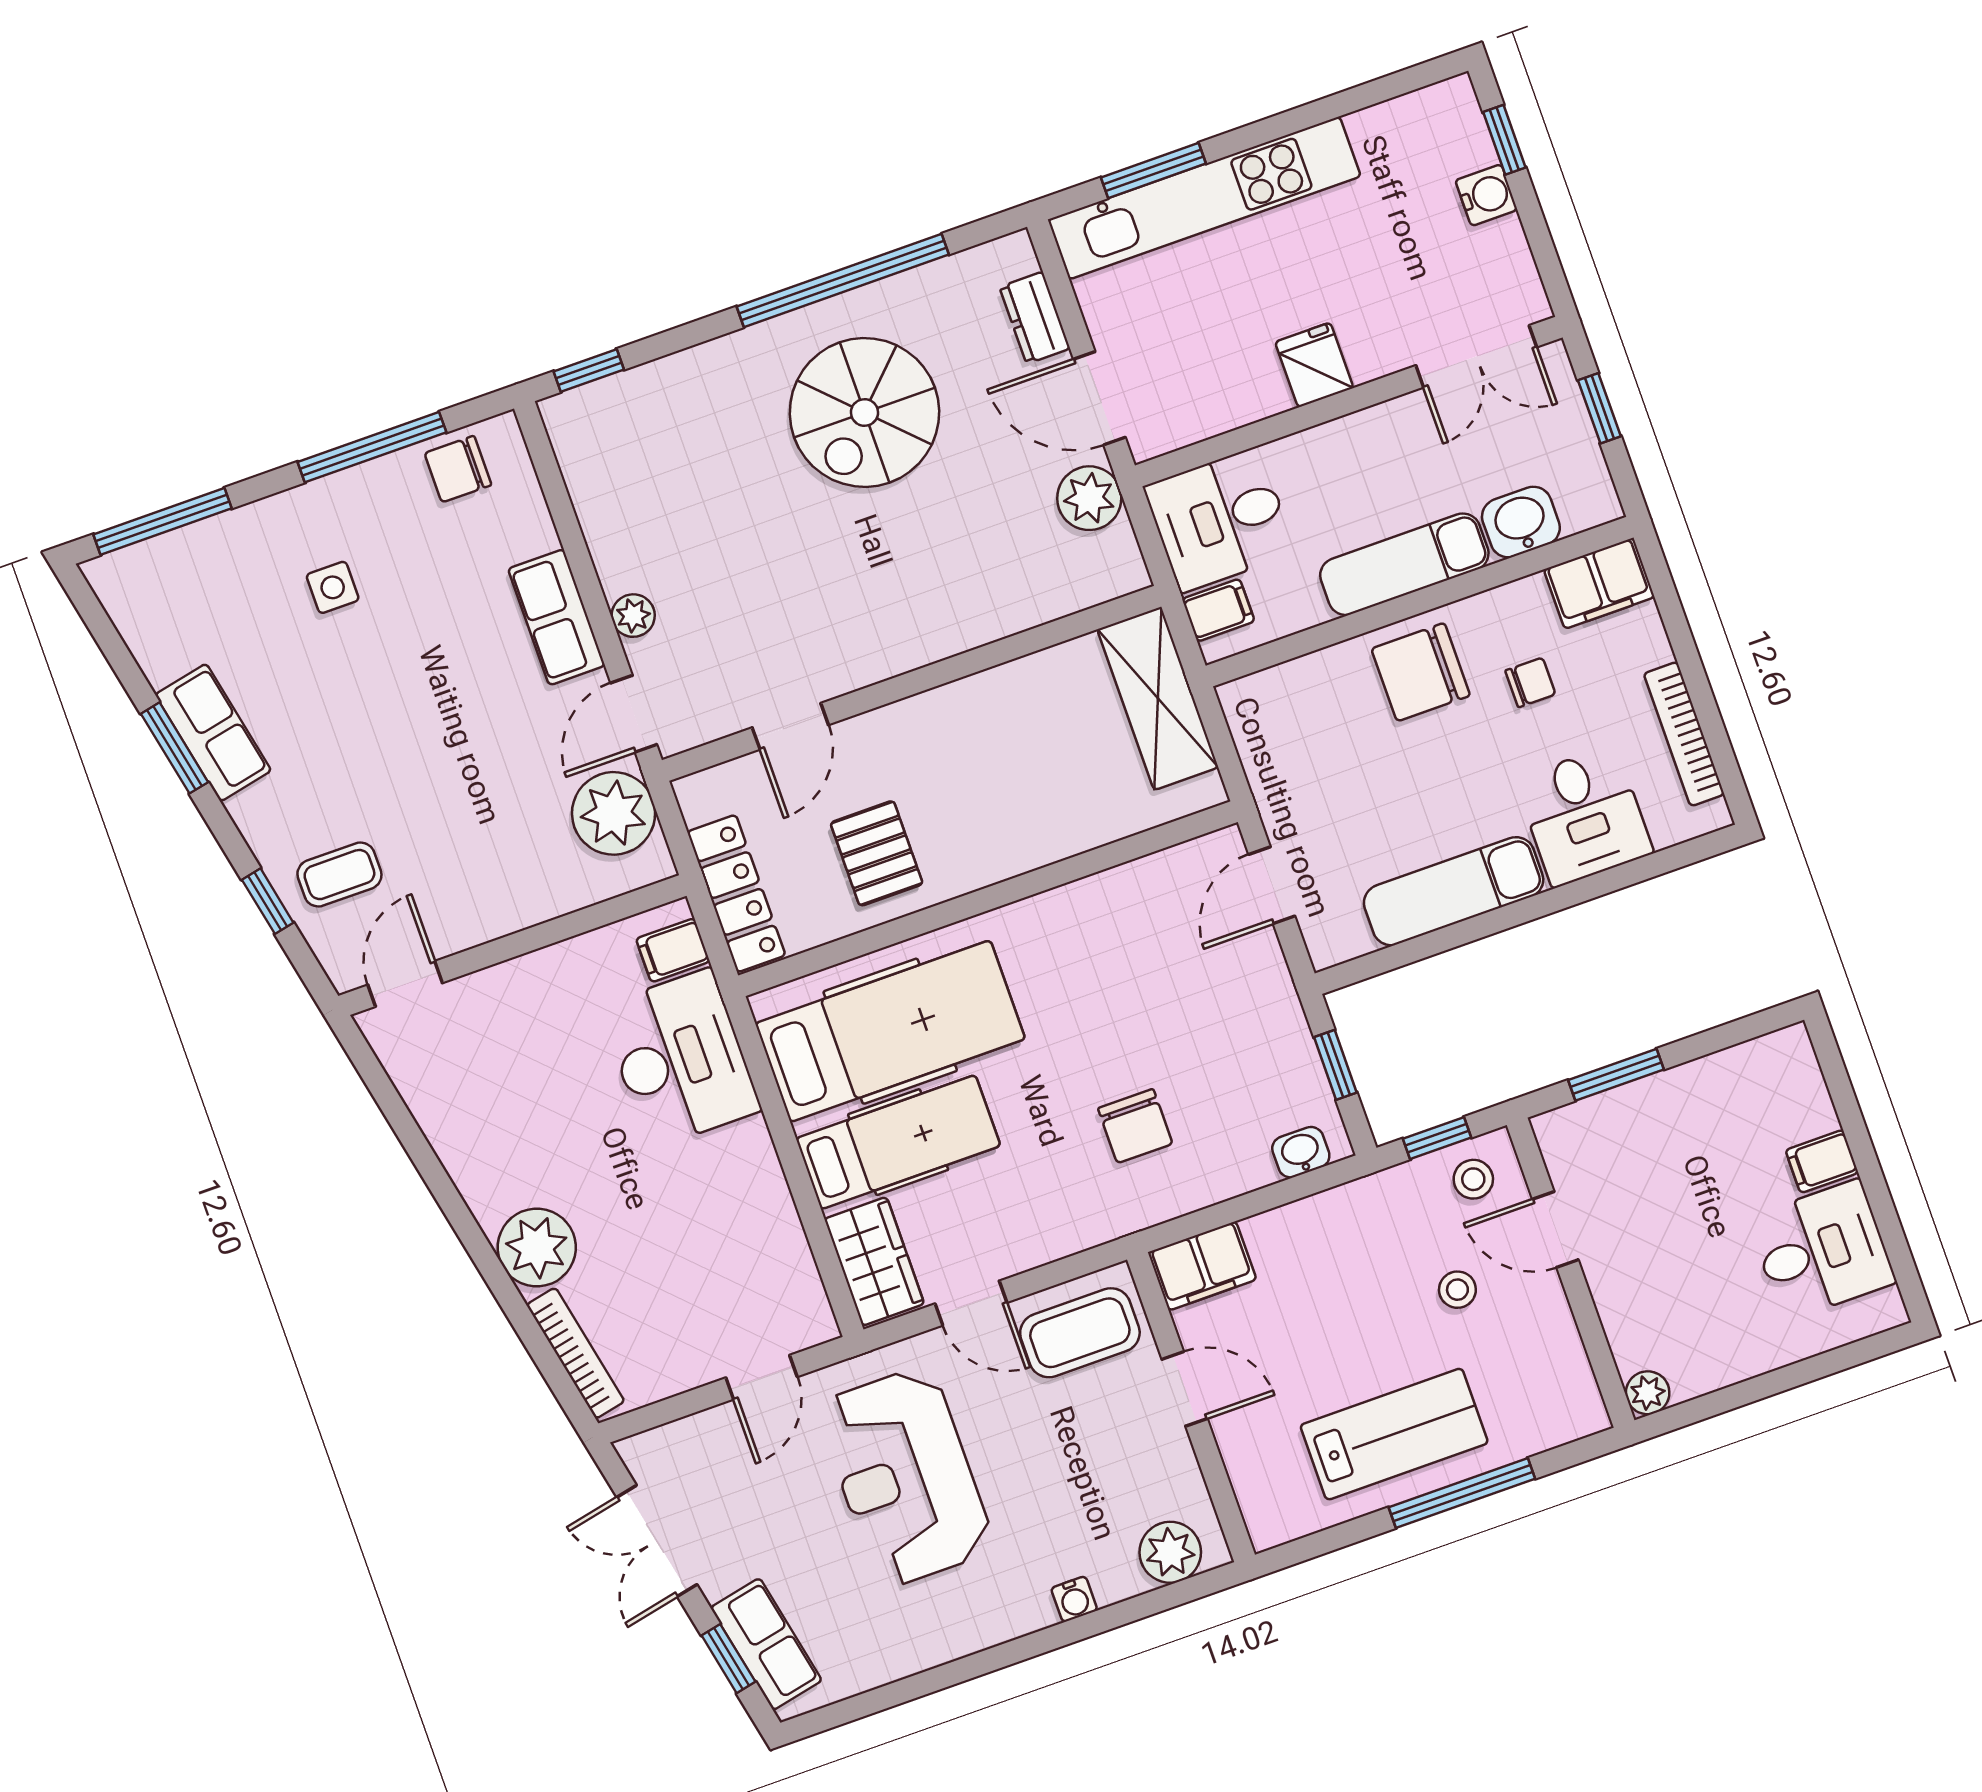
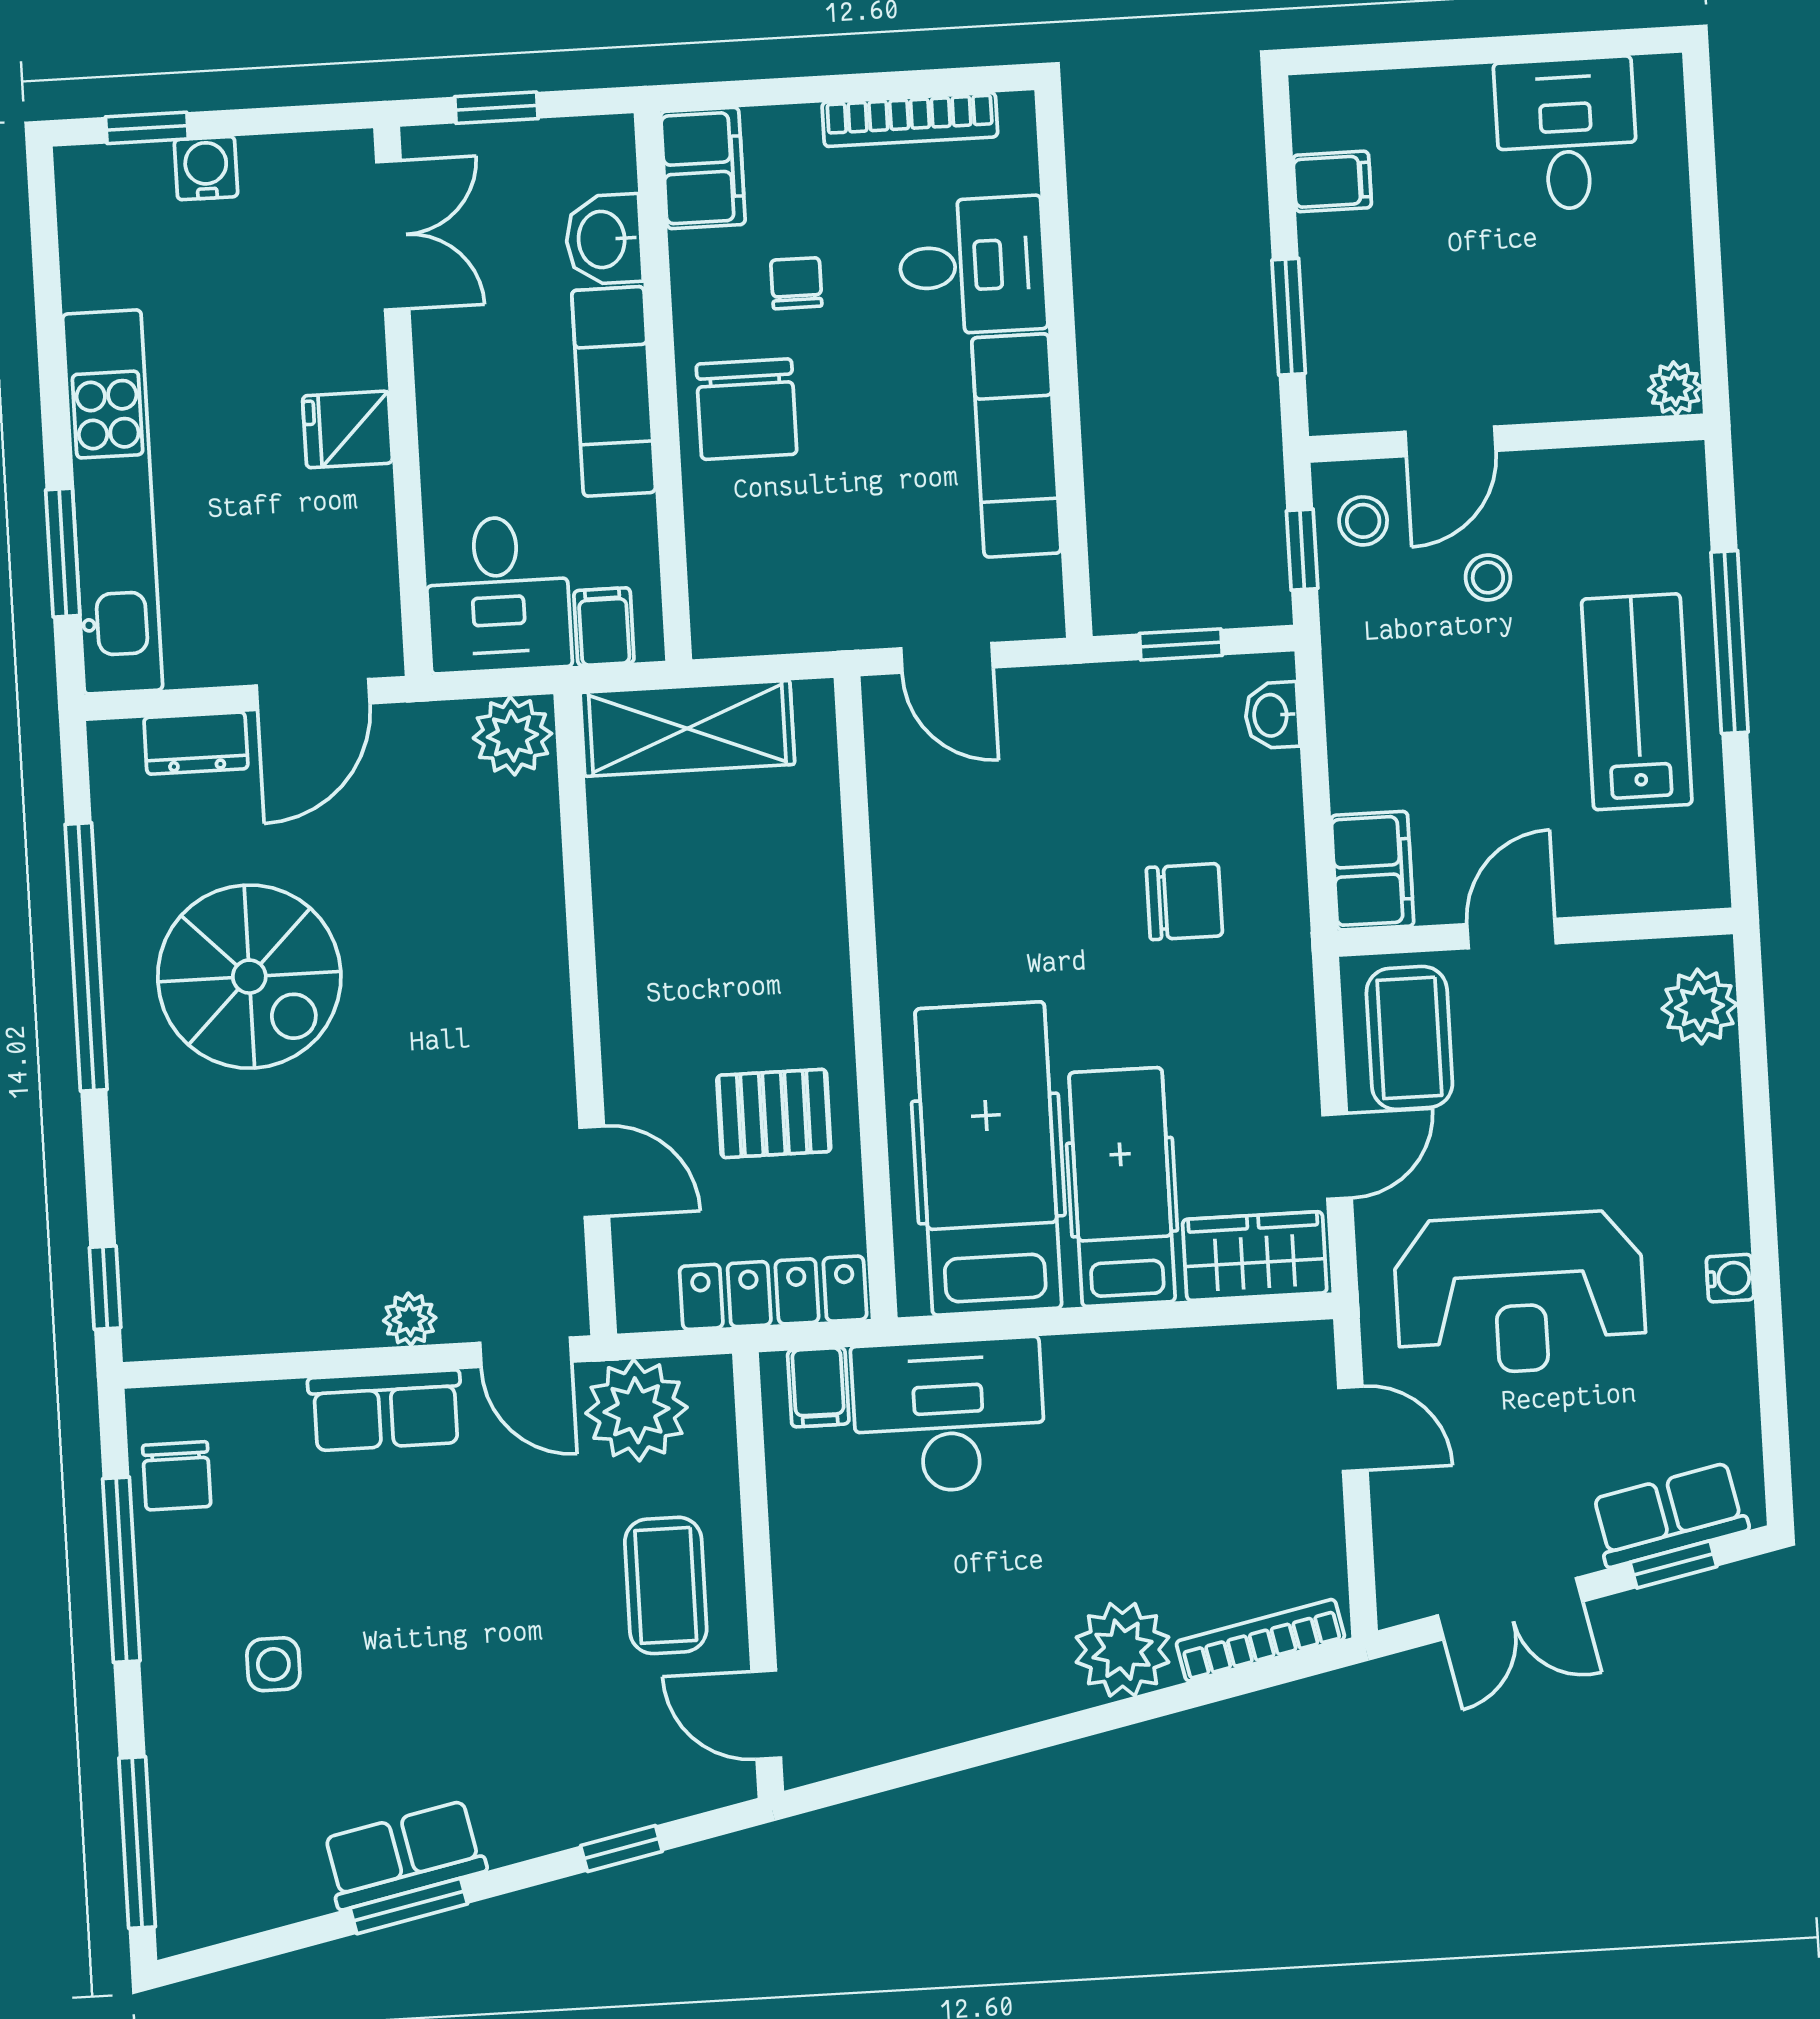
plant: (1089, 498) -> (512, 736), moved
coffee table: (339, 875) -> (666, 1585), moved, width x1.36, depth x1.30
filing cabinet: (1822, 1161) -> (1332, 181), moved, turned -90
water cooler: (1074, 1599) -> (1730, 1278), moved

